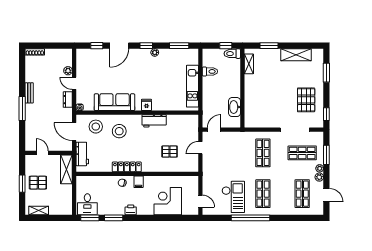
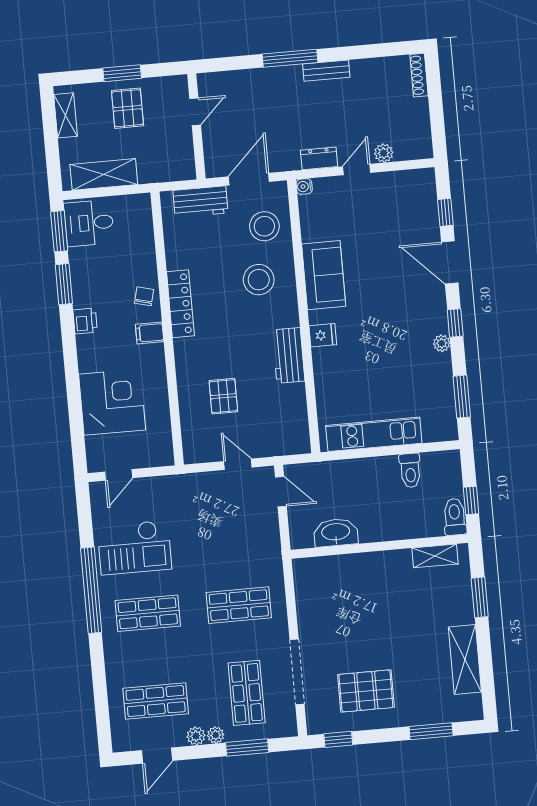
sofa: (114, 102) -> (324, 275), width x0.73
shelving: (66, 169) -> (104, 174), moved

